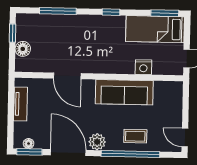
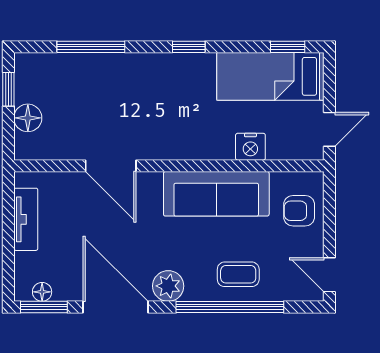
window: (165, 13) -> (288, 47), width x0.67
armchair: (169, 102) -> (299, 211), added

